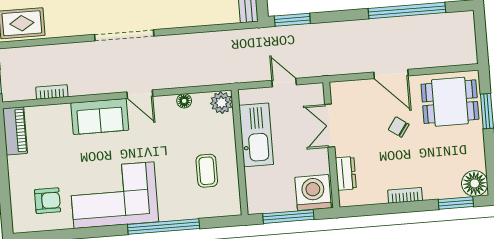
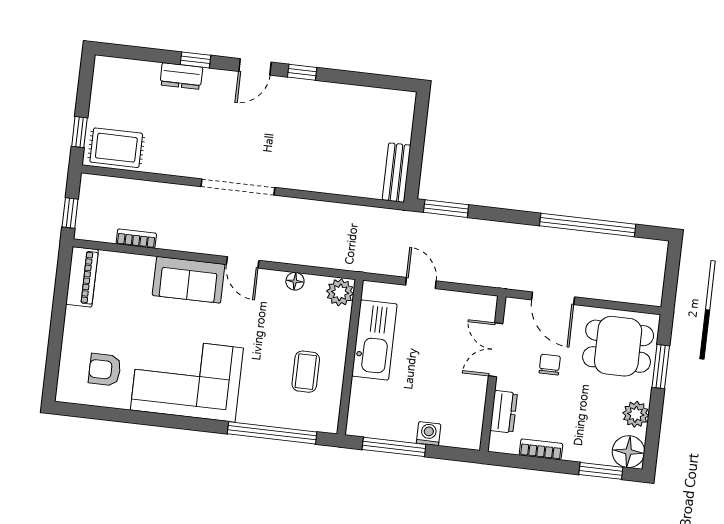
double door: (330, 126) -> (496, 350), moved
chair: (399, 127) -> (550, 365), turned 55
wall: (331, 145) -> (493, 374), moved
plant: (475, 153) -> (636, 414), added
dresser: (346, 173) -> (504, 412), moved
washing machine: (313, 193) -> (429, 434), width x0.53, depth x0.53
armchair: (47, 201) -> (105, 370), turned 180
window: (164, 227) -> (272, 433), moved

